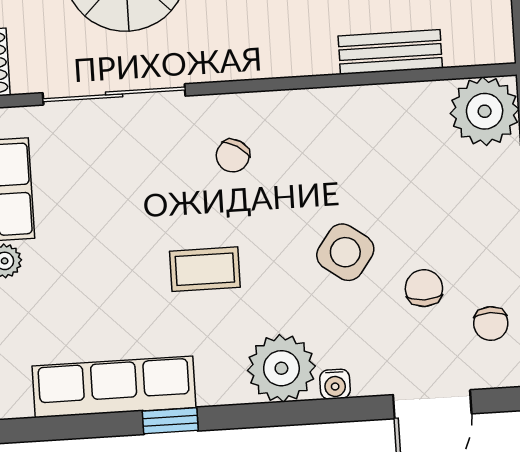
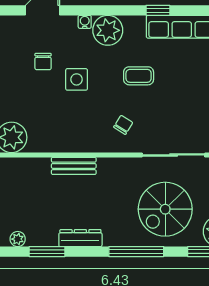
bench: (390, 52) -> (74, 166), moved
side table: (345, 252) -> (77, 79), turned -36
chair: (491, 323) -> (15, 44), removed

